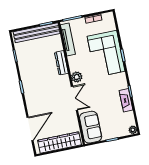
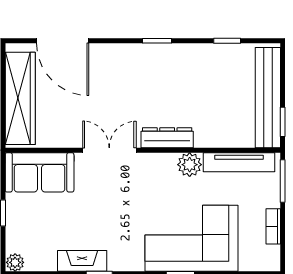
dresser: (61, 63) -> (167, 138), moved
plant: (77, 77) -> (190, 165), moved
double door: (74, 98) -> (109, 150), swing flipped

